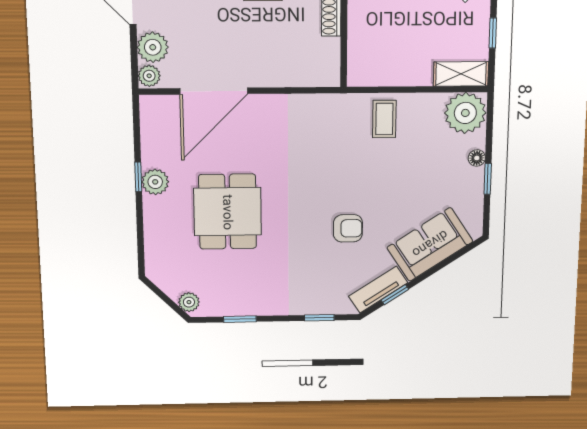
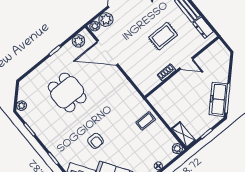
plant: (465, 113) -> (177, 149), width x0.53, depth x0.53
plant: (155, 182) -> (78, 41), moved
dining table: (228, 212) -> (67, 92), turned 90

